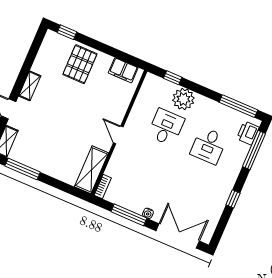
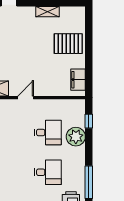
window: (67, 32) -> (89, 23), removed
shelving: (30, 86) -> (47, 12), moved
desk: (209, 146) -> (48, 172), turned 180

